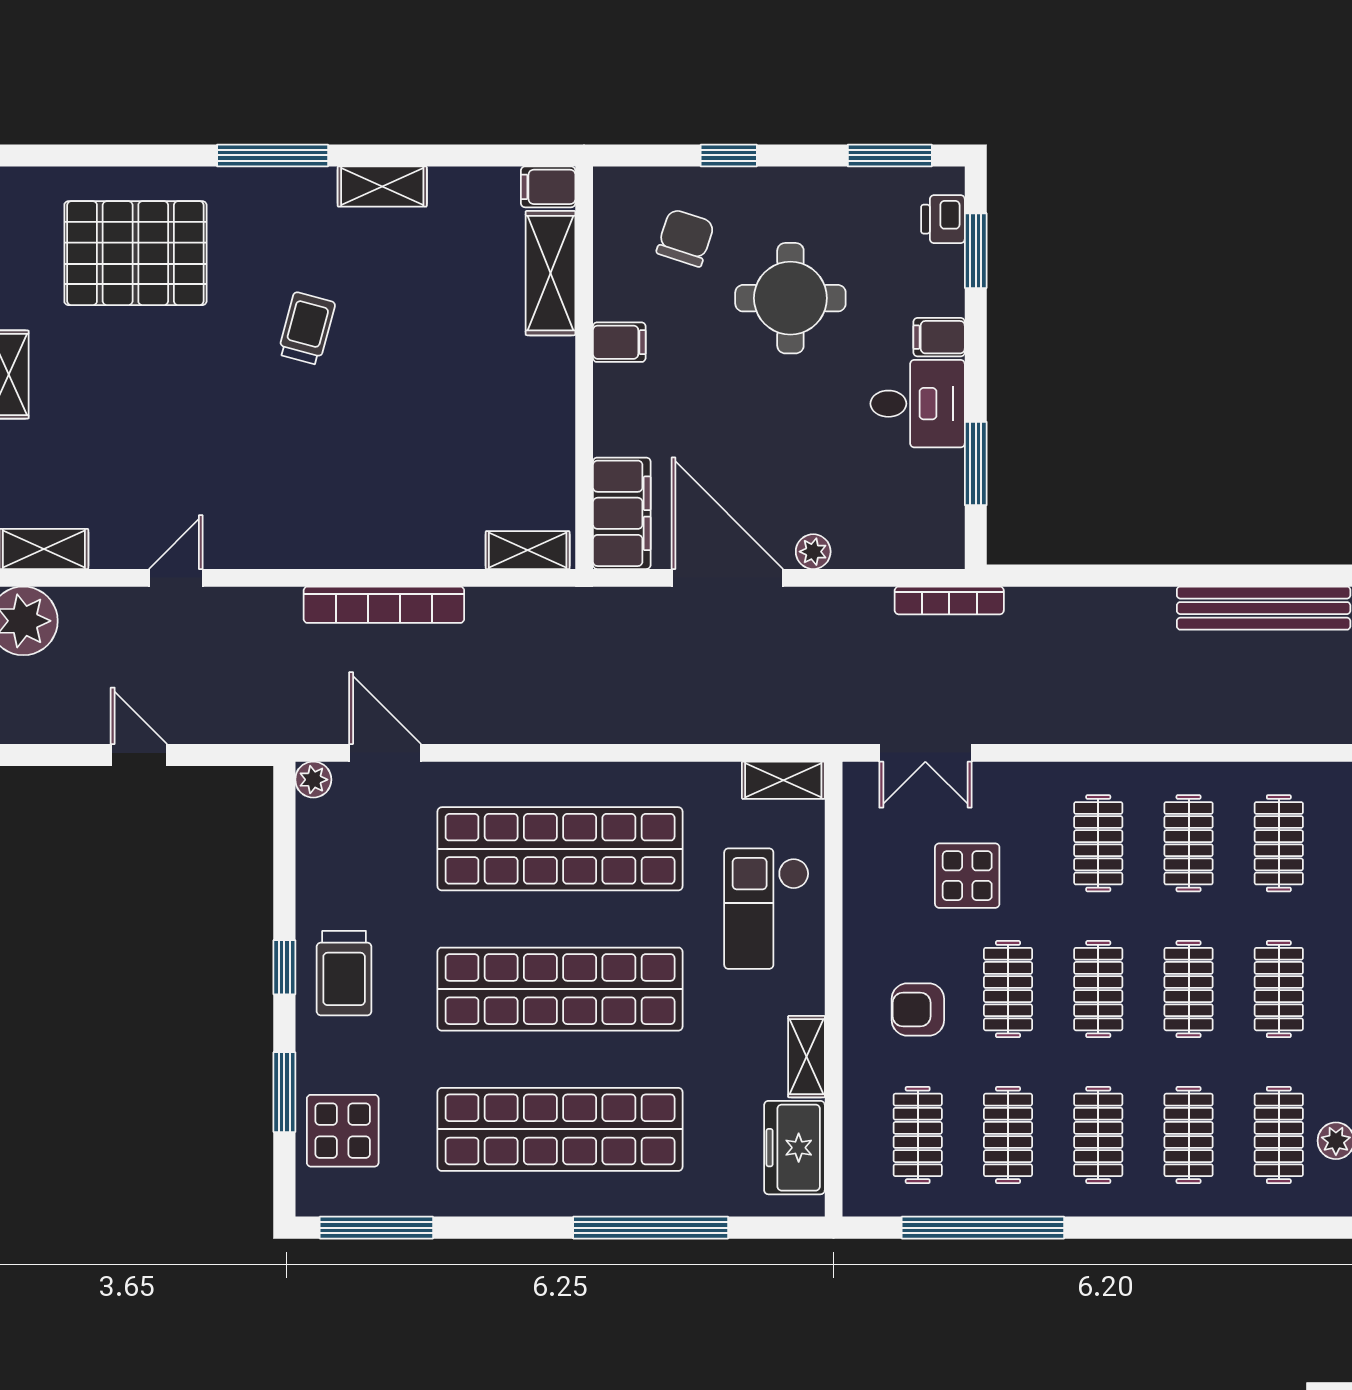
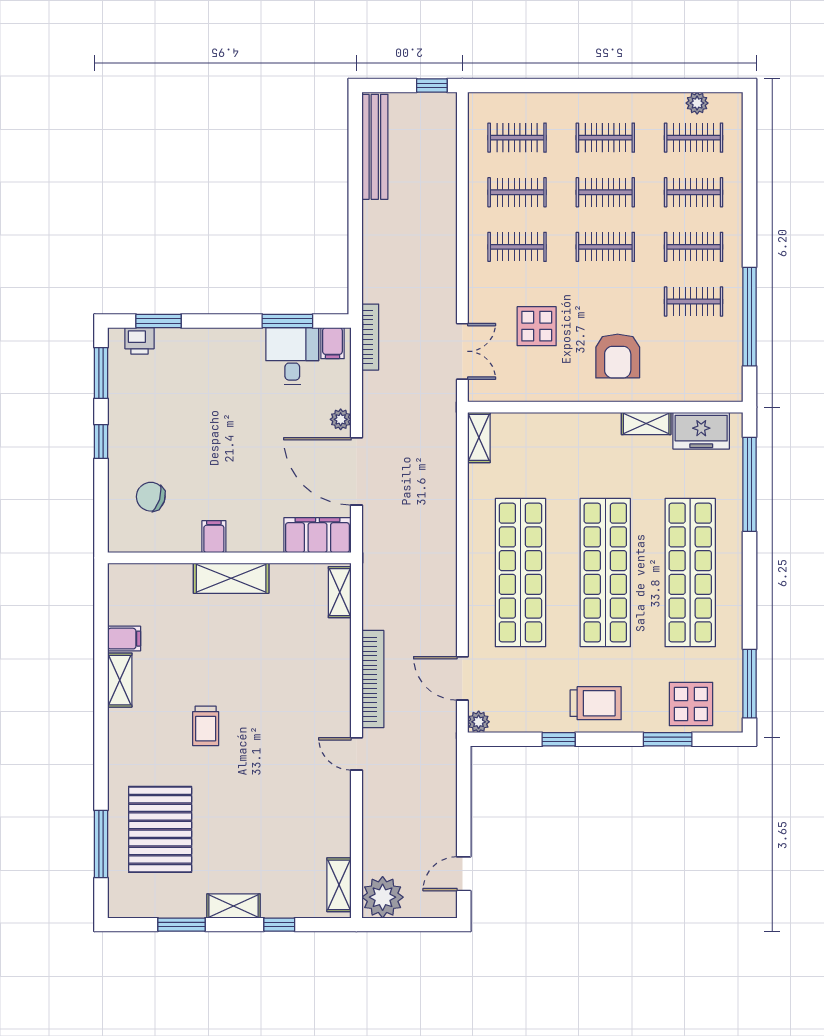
window: (273, 155) -> (101, 844), moved
window: (729, 155) -> (101, 441), moved
filing cabinet: (548, 187) -> (124, 639), moved, turned -90
shelving: (550, 273) -> (231, 578), moved
round table: (790, 298) -> (187, 433), removed
trolley: (307, 328) -> (206, 726), turned -105
filing cabinet: (939, 337) -> (332, 343), moved
desk: (918, 404) -> (292, 356), moved
door: (176, 578) -> (356, 754), moved
door: (727, 578) -> (356, 471), hinge flipped
door: (385, 753) -> (462, 678), hinge flipped
door: (139, 755) -> (464, 874), moved
checkout: (767, 909) -> (557, 448), removed
window: (284, 967) -> (559, 739), moved
clothes rail: (1008, 989) -> (605, 301), removed
armchair: (918, 1009) -> (618, 356), width x1.38, depth x1.38
clothes rail: (918, 1135) -> (694, 356), removed
window: (651, 1228) -> (750, 484), moved

